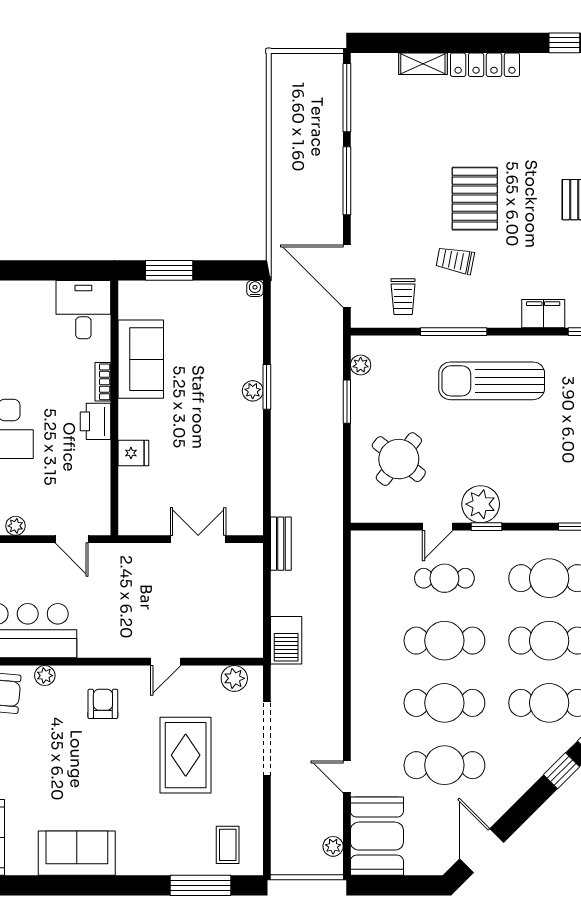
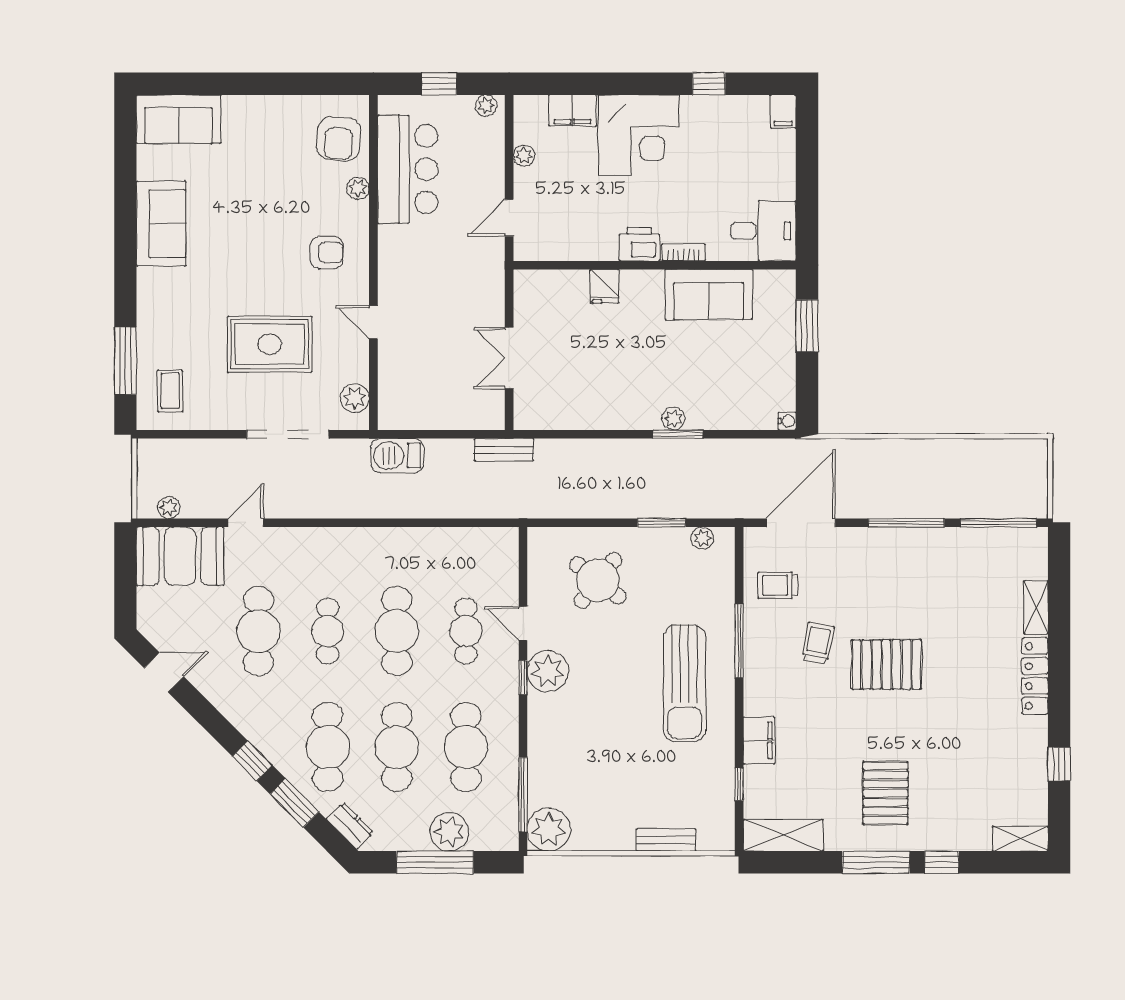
sun lounger: (492, 381) -> (685, 683), turned 180
double door: (198, 539) -> (509, 358), swing flipped
cafe table: (444, 703) -> (328, 631), width x0.73, depth x0.74
coffee table: (228, 845) -> (170, 391), turned 90
door: (482, 851) -> (164, 672), width x0.73

